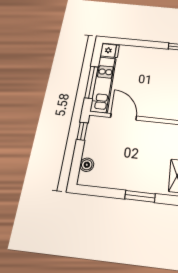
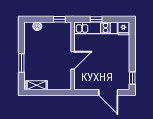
window: (92, 82) -> (96, 19), width x0.46
door: (124, 117) -> (73, 60), moved

